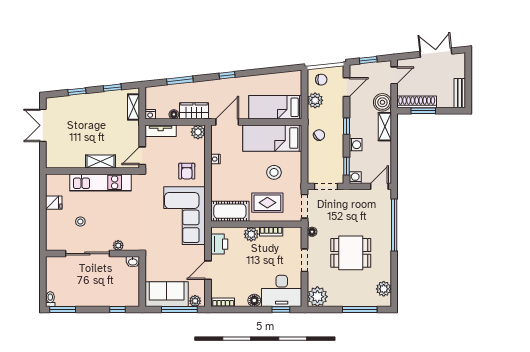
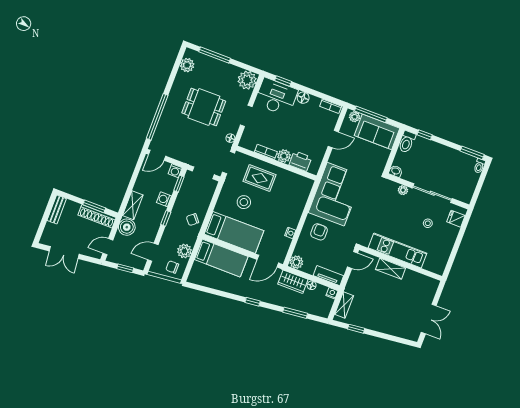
window: (77, 92) -> (388, 337), removed
fridge: (54, 203) -> (456, 219), moved
cot: (230, 211) -> (295, 183), removed
printer: (219, 244) -> (300, 161), moved, turned 90
toilet: (133, 296) -> (407, 142), added

